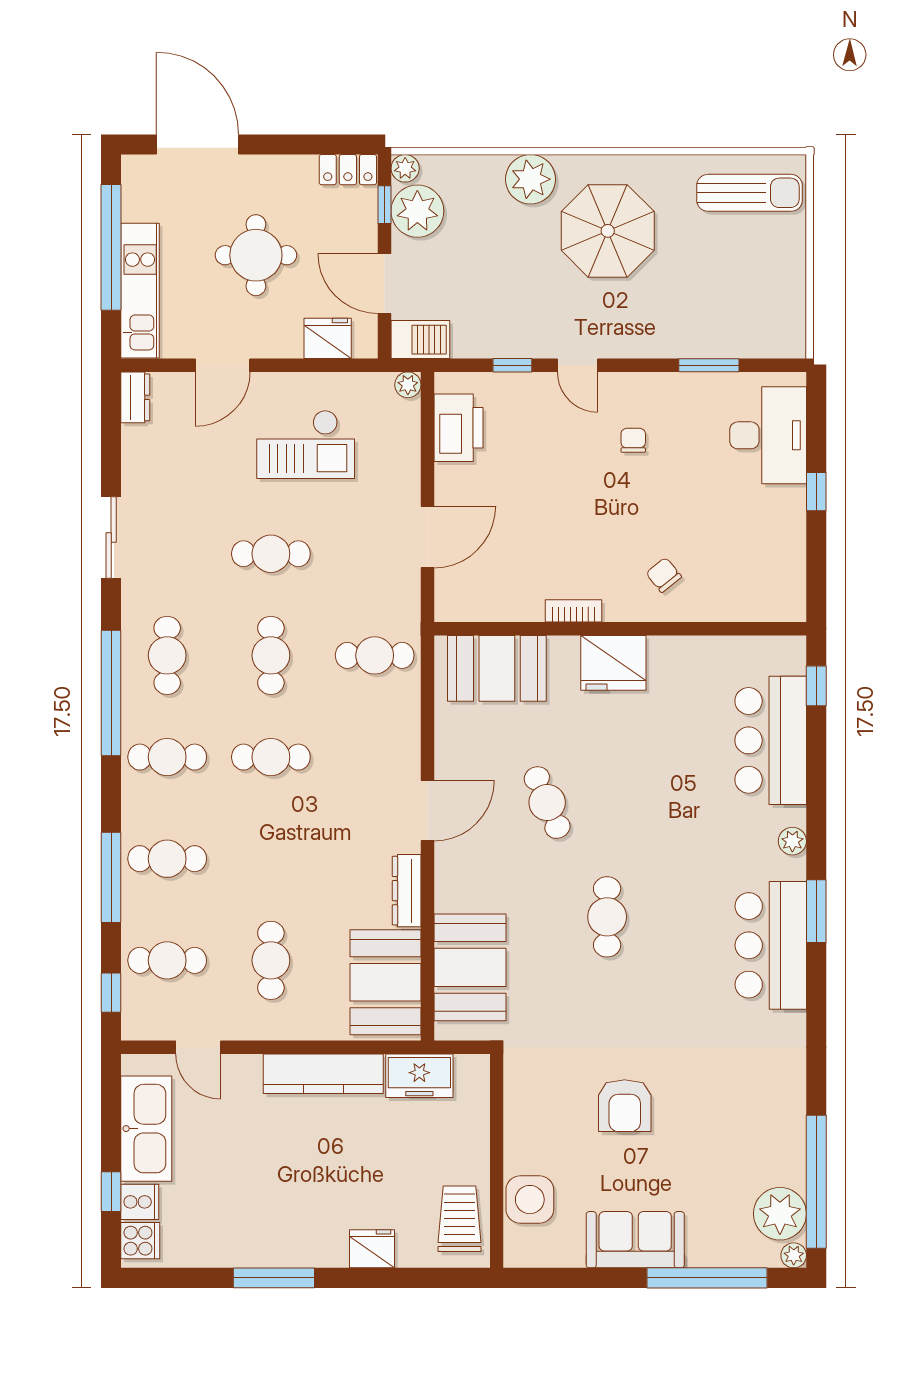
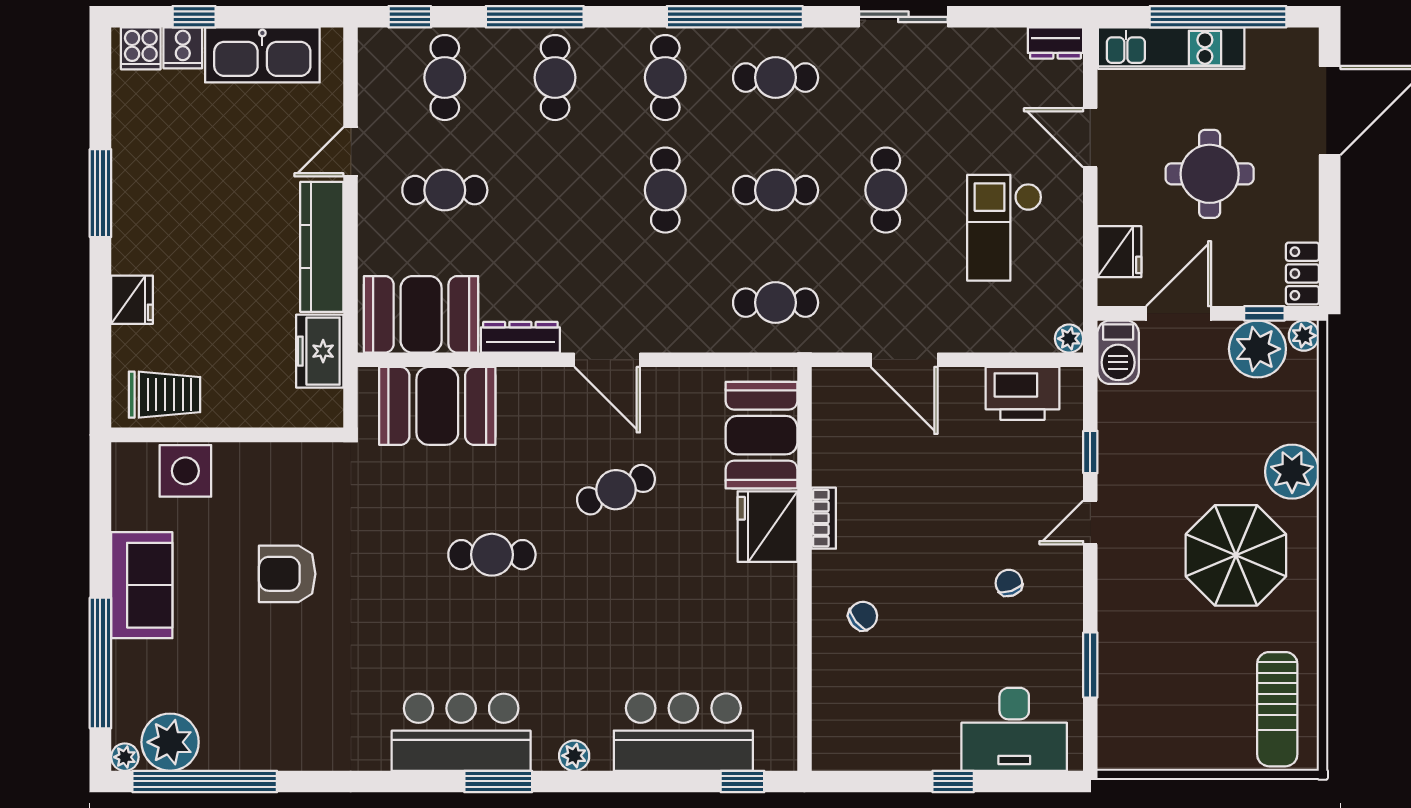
chair: (633, 440) -> (1009, 583), turned -109
cafe table: (375, 655) -> (776, 303), turned 90
fridge: (613, 663) -> (767, 527), moved
door: (198, 1047) -> (351, 152), moved

